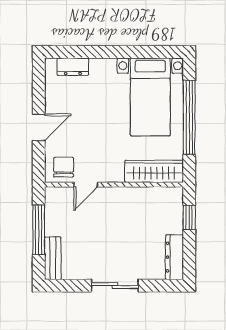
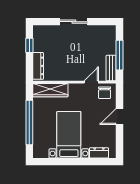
bed with nightstands: (150, 97) -> (69, 135), moved
window: (189, 217) -> (29, 45), moved
dresser: (174, 257) -> (38, 66), moved
bench: (53, 258) -> (111, 68), moved

